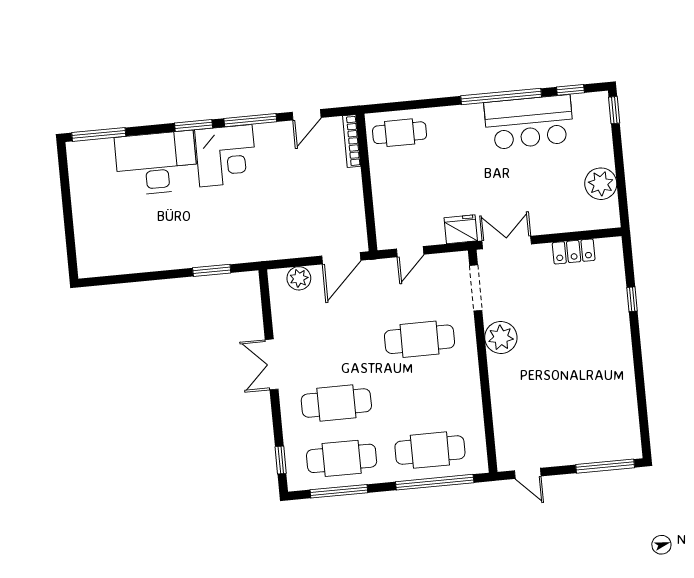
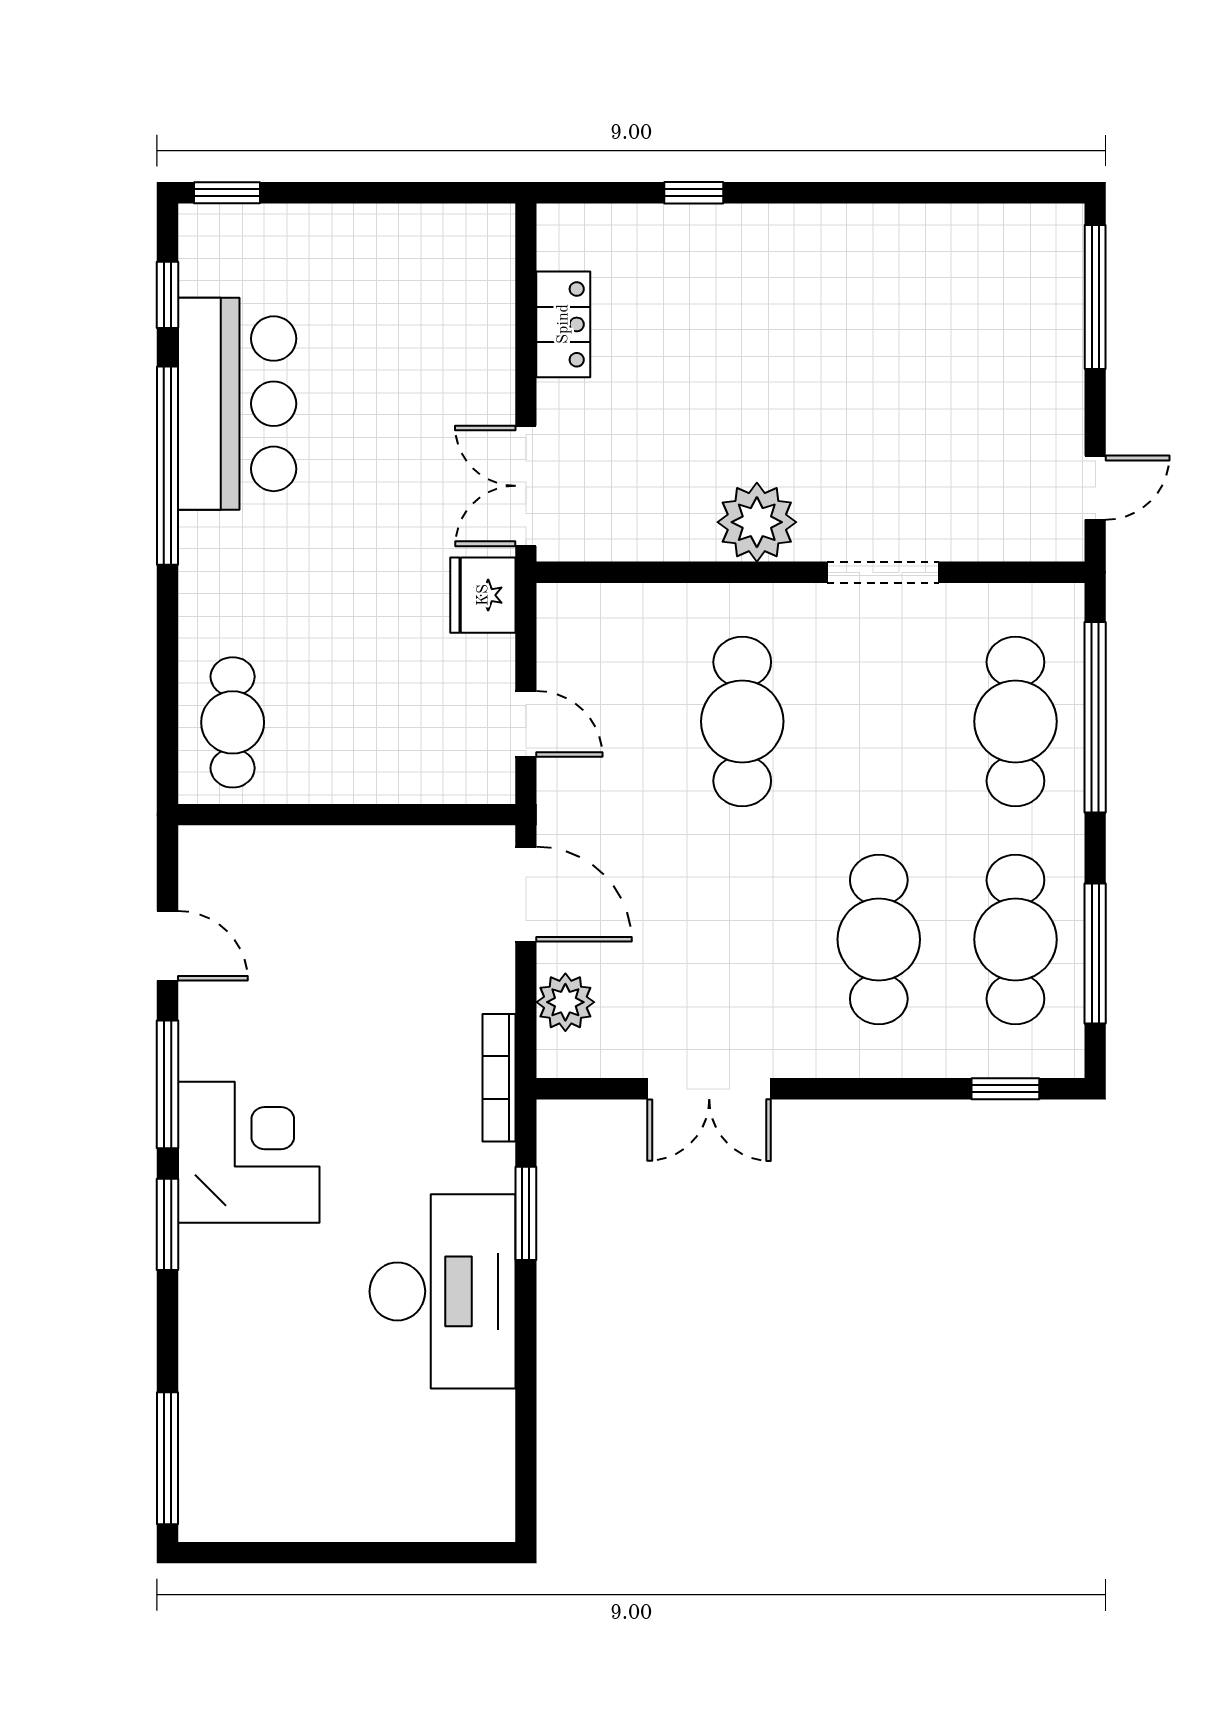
bookcase: (352, 141) -> (499, 1078), moved, turned 90
desk: (156, 163) -> (443, 1291), moved, turned 180
plant: (601, 184) -> (404, 242), removed
doorway: (476, 288) -> (883, 572), moved
double door: (272, 364) -> (709, 1089), moved

